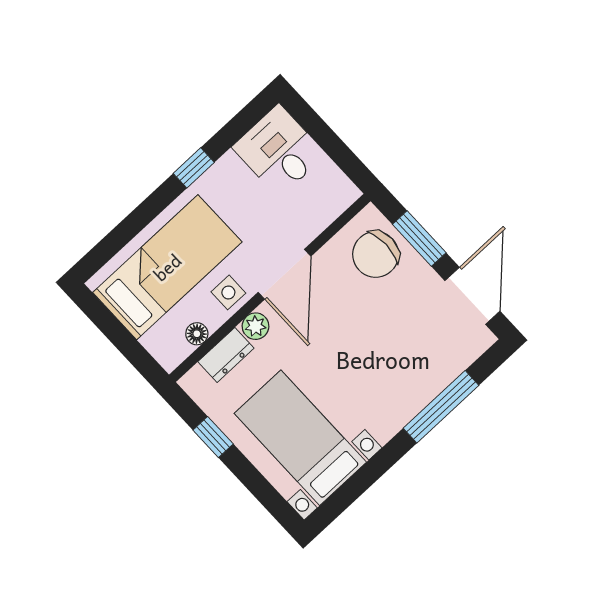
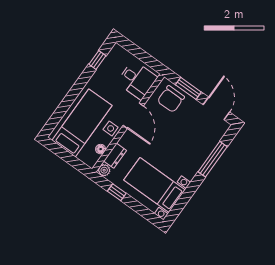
desk: (279, 151) -> (137, 80), moved, turned 180
window: (194, 168) -> (97, 60), moved
plant: (255, 326) -> (104, 170), moved

